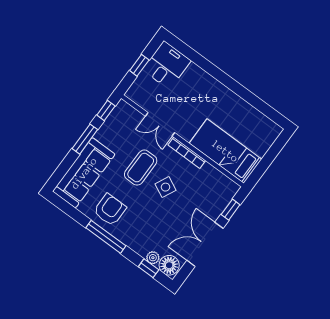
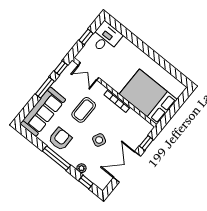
double door: (160, 124) -> (89, 71), moved
bed: (225, 151) -> (148, 97), width x1.50
side table: (166, 187) -> (99, 140), moved
plant: (153, 258) -> (81, 168), moved
floor lamp: (169, 265) -> (101, 181), removed

